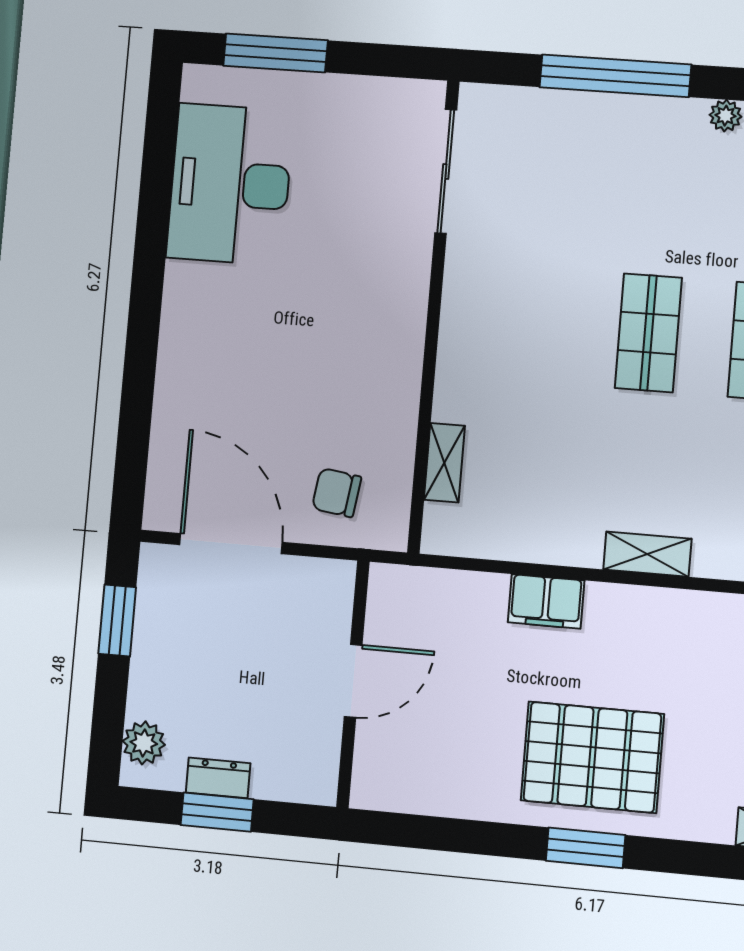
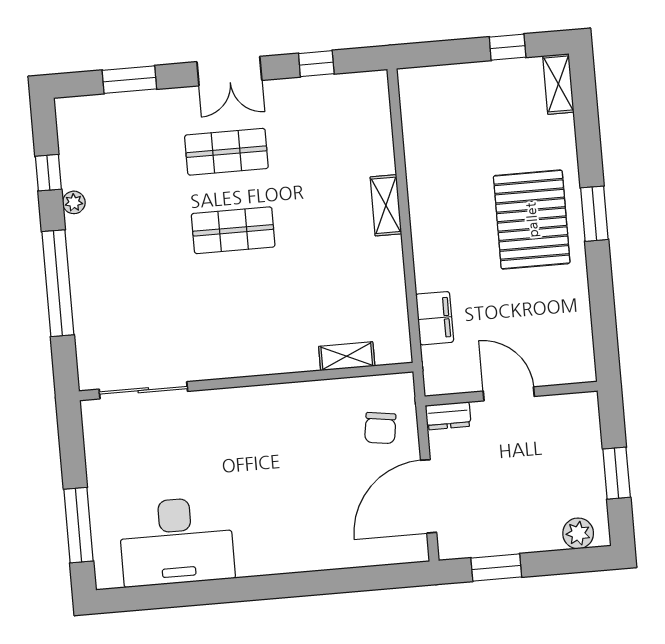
filing cabinet: (546, 601) -> (435, 318), moved
dresser: (218, 778) -> (448, 416), moved, turned -90

